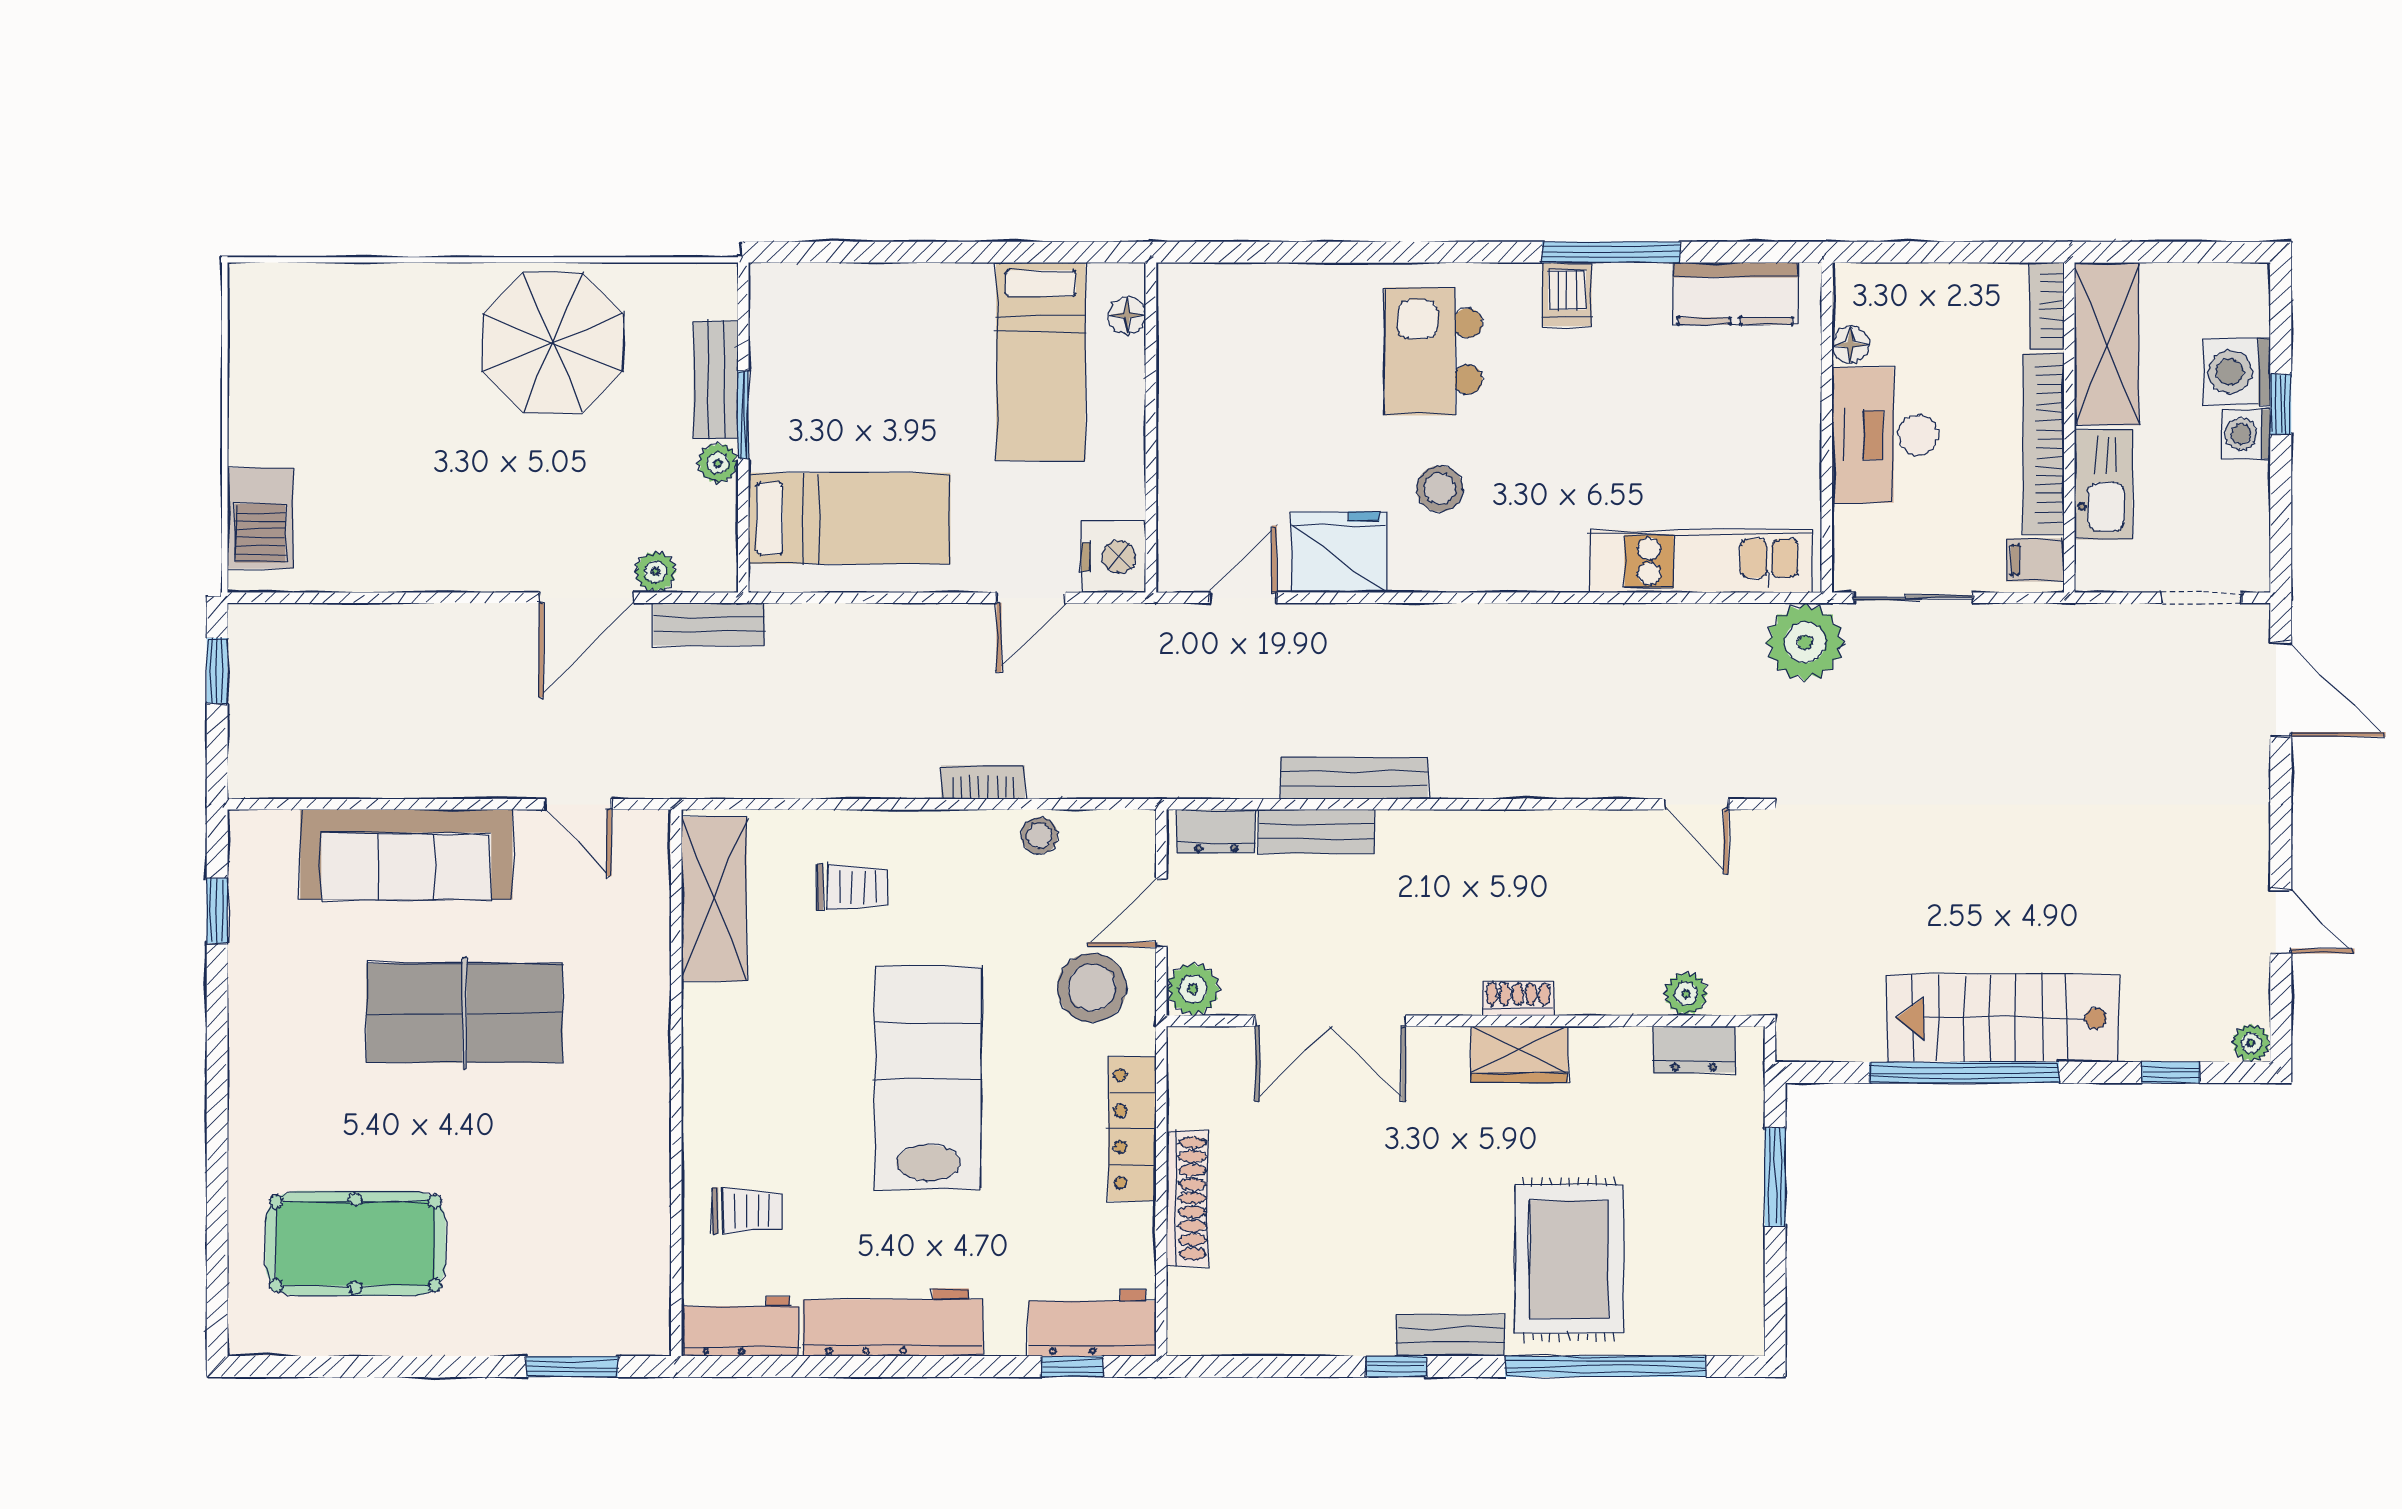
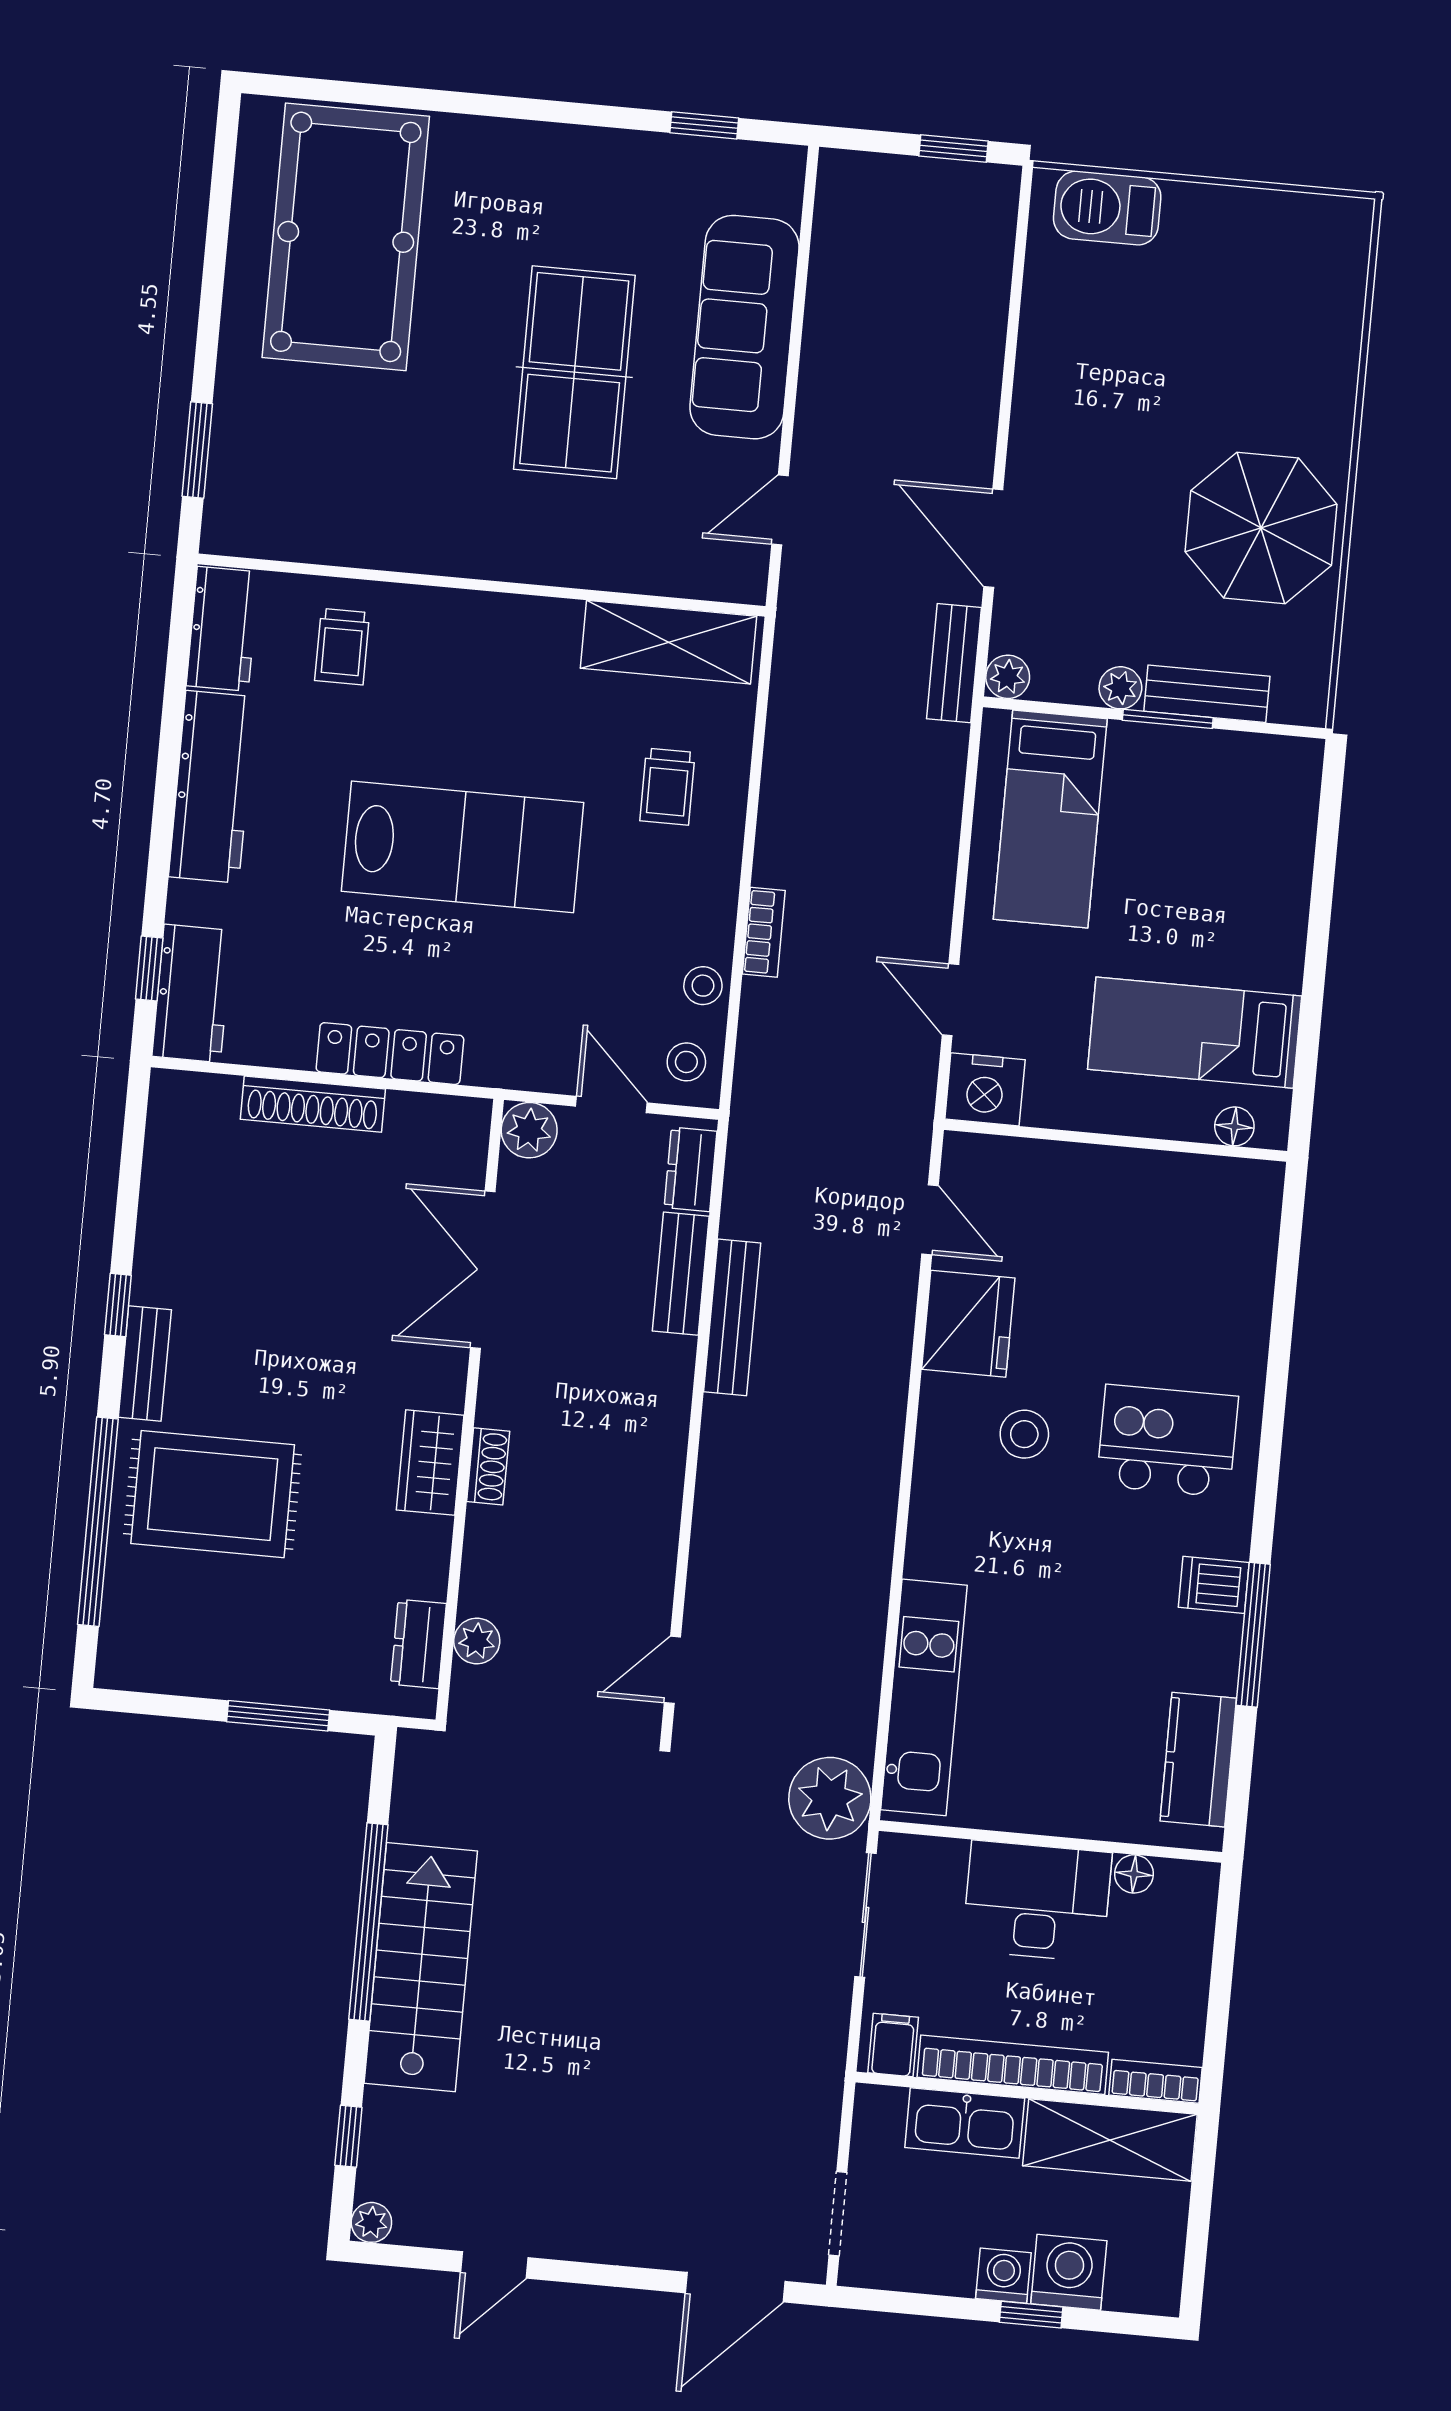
plant: (655, 572) -> (1008, 677), moved
stool: (1092, 988) -> (686, 1062), moved, width x0.53, depth x0.53
pool table: (355, 1243) -> (346, 237), width x1.36, depth x1.32

